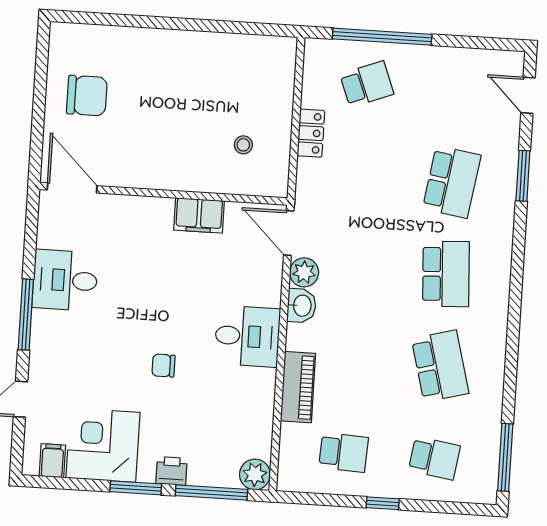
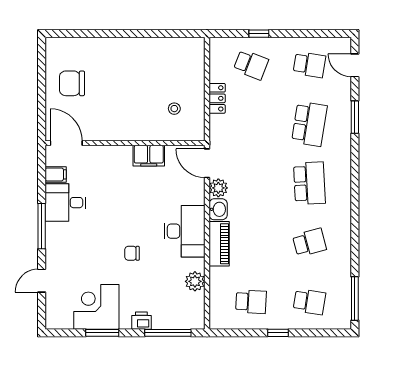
window: (382, 37) -> (259, 34), width x0.32
school desk: (367, 84) -> (251, 65), turned 42
school desk: (458, 90) -> (309, 65), added
chair: (87, 96) -> (72, 83), turned 180
desk: (247, 336) -> (185, 231), width x1.37
school desk: (440, 366) -> (309, 242), width x0.54
piano: (298, 387) -> (219, 244), moved
filing cabinet: (52, 461) -> (56, 174), moved, turned 90
plant: (255, 474) -> (195, 281), moved
window: (136, 488) -> (102, 333), moved

